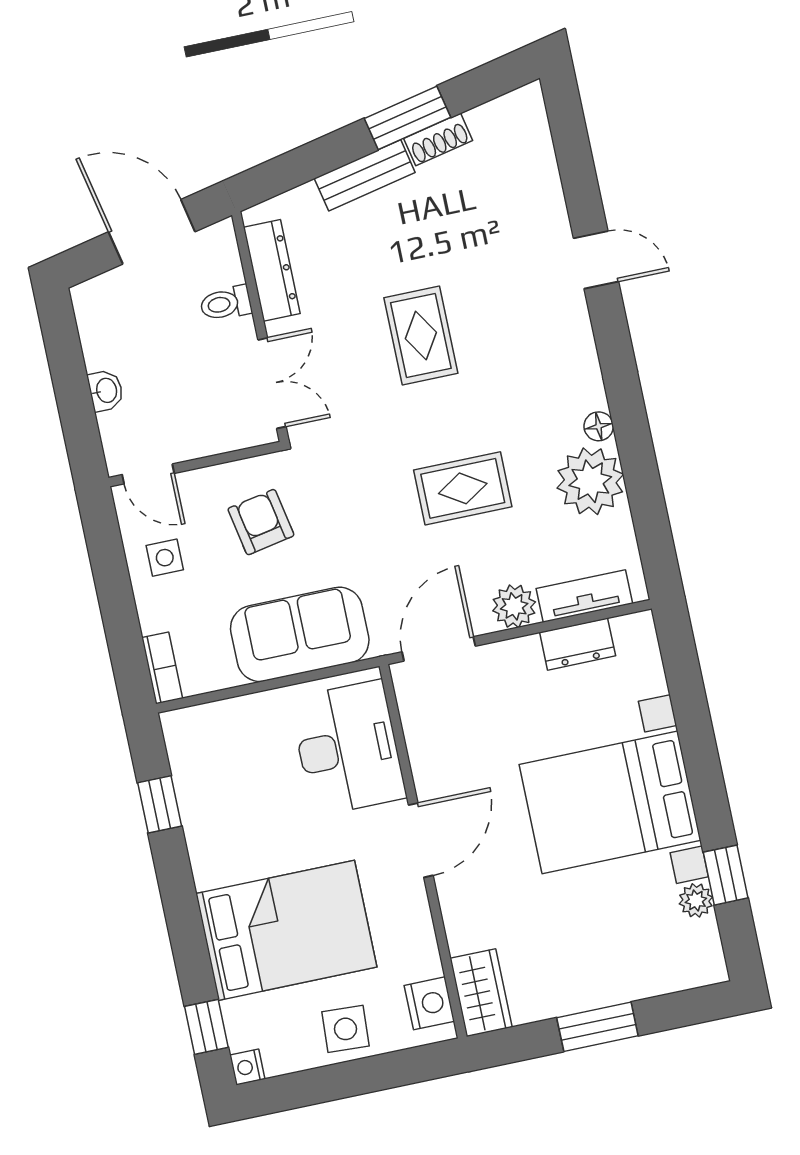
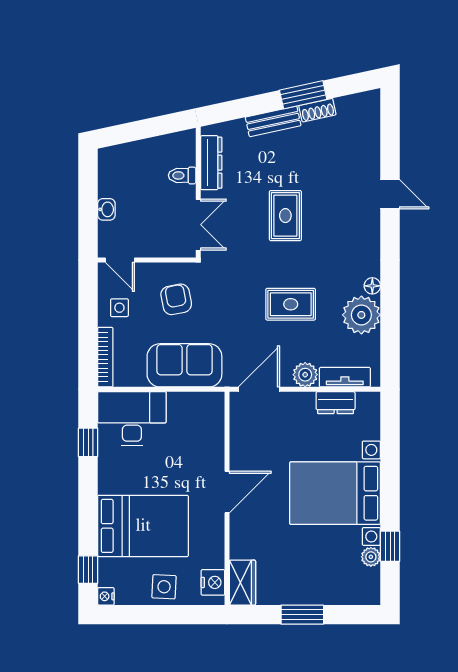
door: (152, 232) -> (150, 128), removed
bookcase: (162, 668) -> (105, 357), width x1.56
desk: (348, 748) -> (132, 419), moved, turned -90

